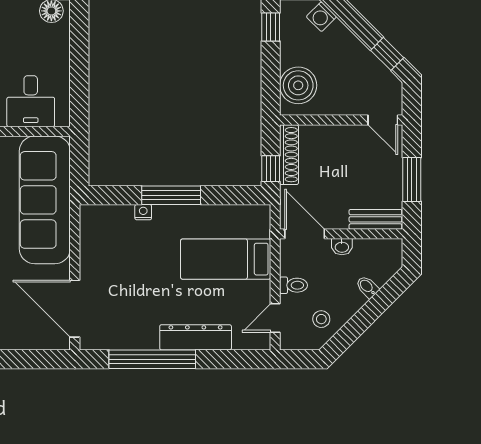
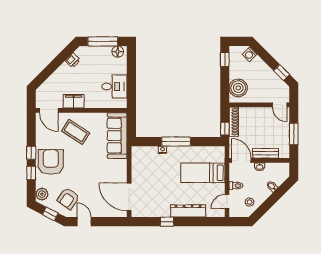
desk: (31, 101) -> (114, 87), moved, turned -90
sofa: (45, 200) -> (117, 136), width x0.74, depth x0.79
bench: (375, 219) -> (266, 153), moved
window: (152, 359) -> (167, 222), width x0.32

